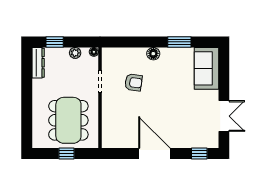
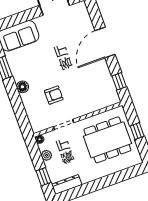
armchair: (133, 82) -> (54, 95), turned 82
door: (154, 154) -> (105, 42), moved
window: (199, 154) -> (119, 81), moved

